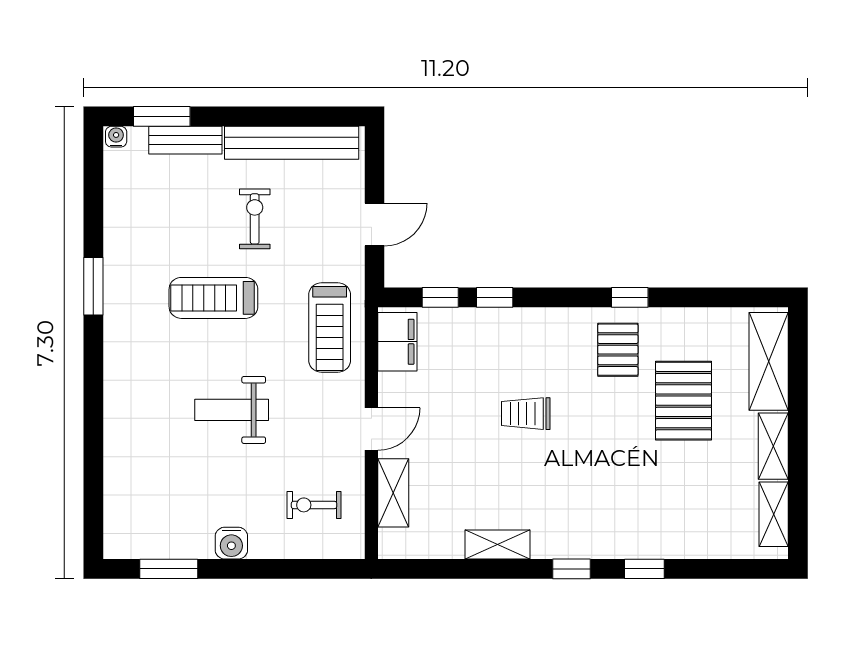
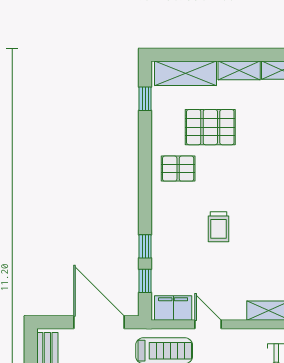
door: (375, 224) -> (99, 322), width x1.87
window: (630, 297) -> (145, 99), moved
door: (371, 429) -> (208, 324), moved

